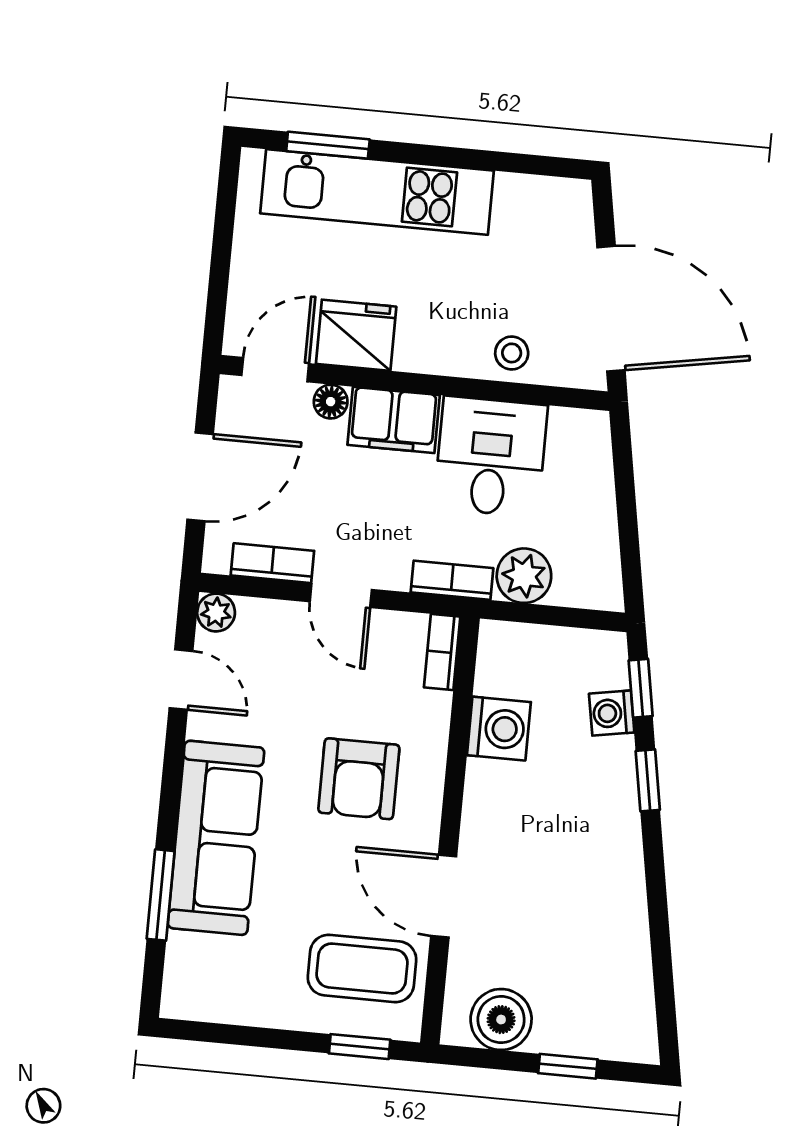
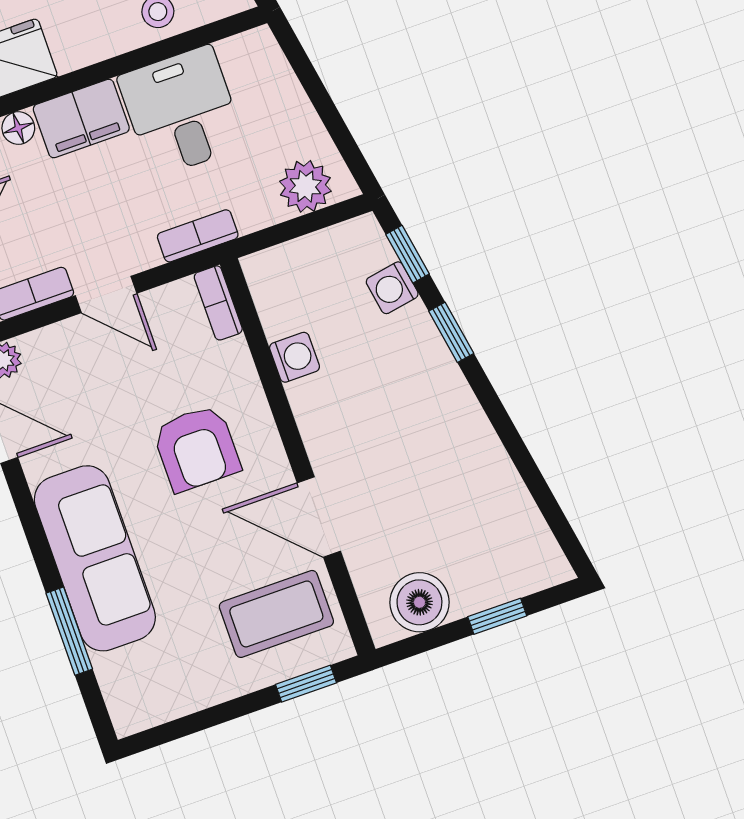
plant: (524, 576) -> (305, 186), moved
washing machine: (499, 729) -> (294, 357), width x0.73, depth x0.73

